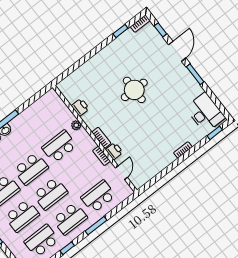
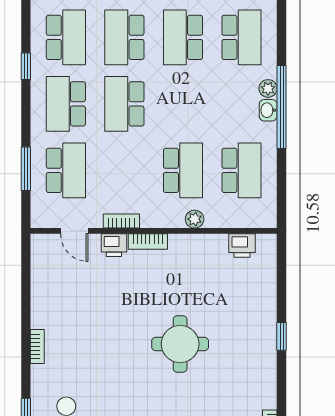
window: (120, 31) -> (282, 336), moved
printer: (80, 107) -> (242, 246), moved
school desk: (31, 169) -> (242, 170), moved, turned 180
window: (96, 226) -> (26, 169), moved

